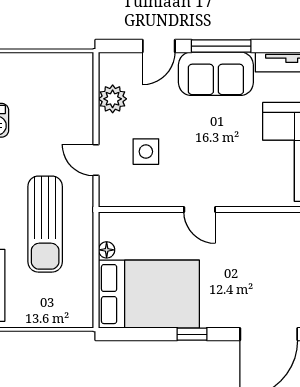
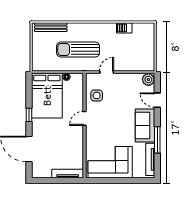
window: (221, 46) -> (157, 140), moved
plant: (113, 99) -> (148, 80), moved
side table: (146, 152) -> (97, 95), moved

